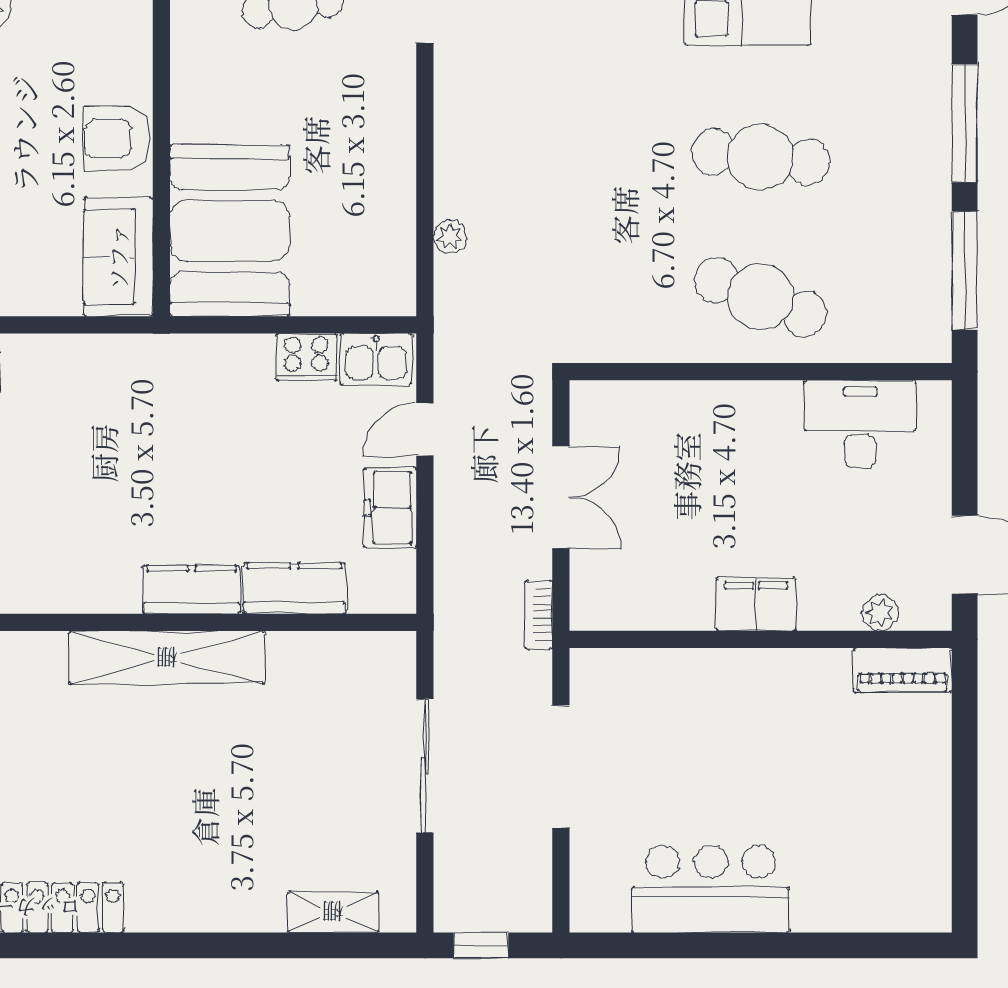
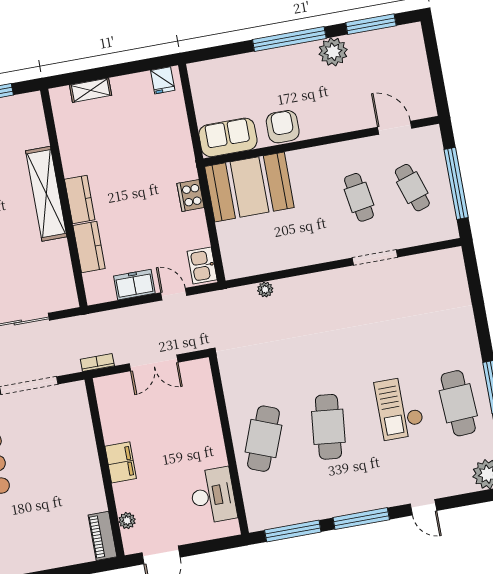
cooker: (306, 357) -> (190, 195), moved

